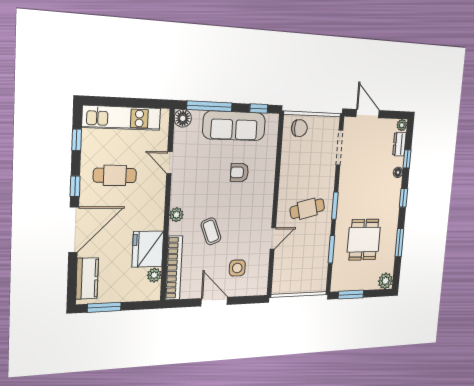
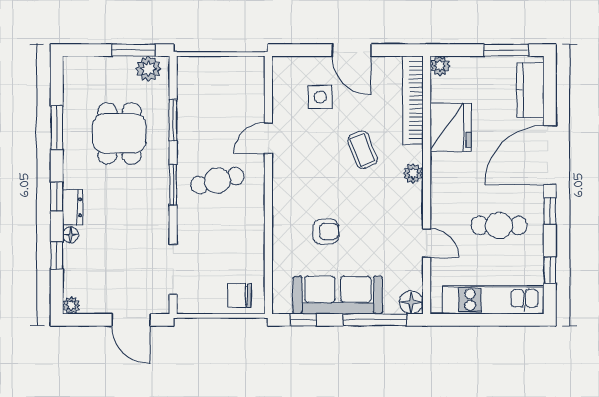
dresser: (399, 144) -> (72, 207), moved
plant: (154, 275) -> (440, 66), moved
plant: (385, 281) -> (148, 69), moved

